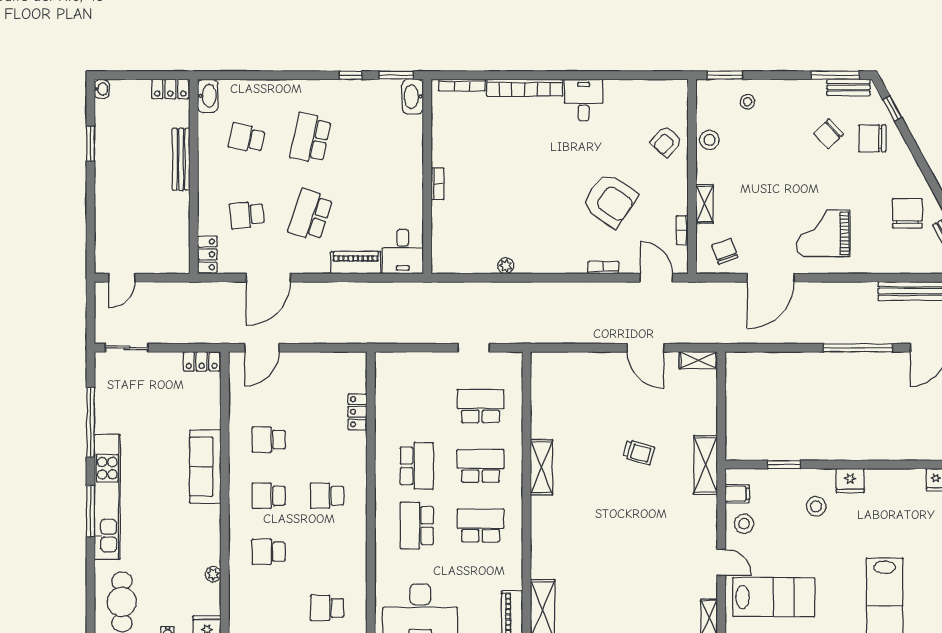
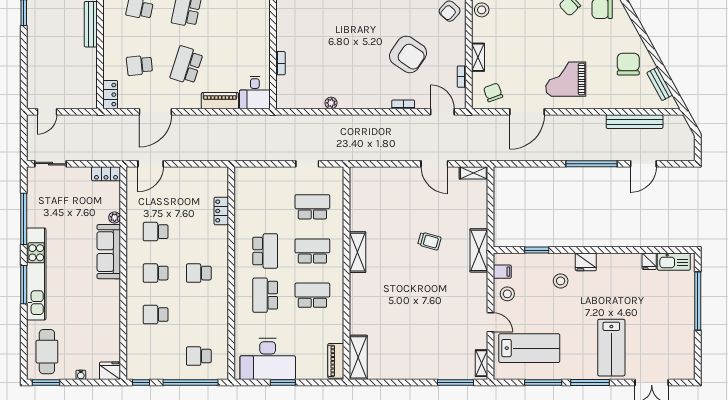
bookcase: (438, 184) -> (281, 63), moved
plant: (213, 574) -> (115, 217), moved

